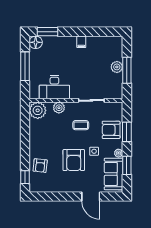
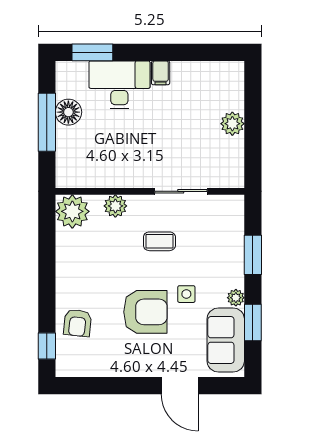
floor lamp: (36, 42) -> (68, 112), moved
window: (127, 70) -> (253, 131), removed
desk: (54, 87) -> (119, 85), moved, turned 180
armchair: (111, 130) -> (221, 251), removed
armchair: (74, 160) -> (145, 312), turned -90

